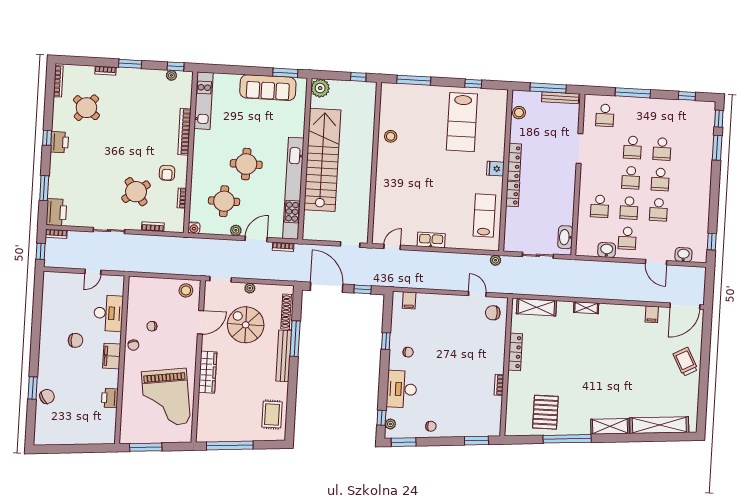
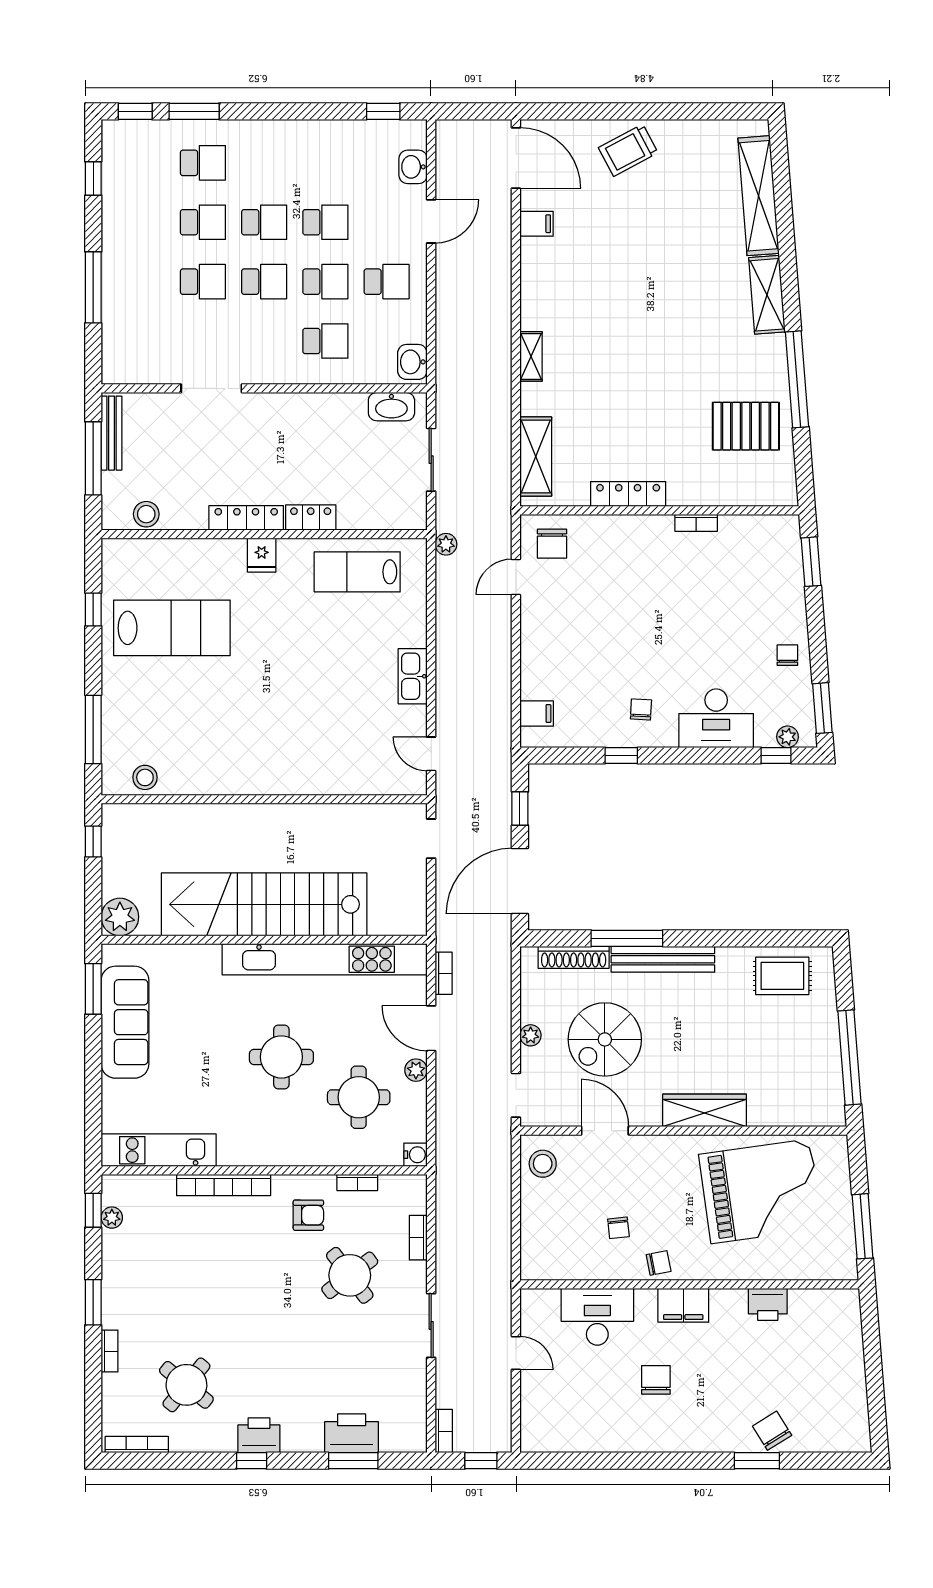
school desk: (605, 115) -> (203, 163), moved
stool: (391, 136) -> (145, 777), moved
printer: (56, 212) -> (352, 1433), moved
washbasin: (607, 250) -> (412, 362), moved

